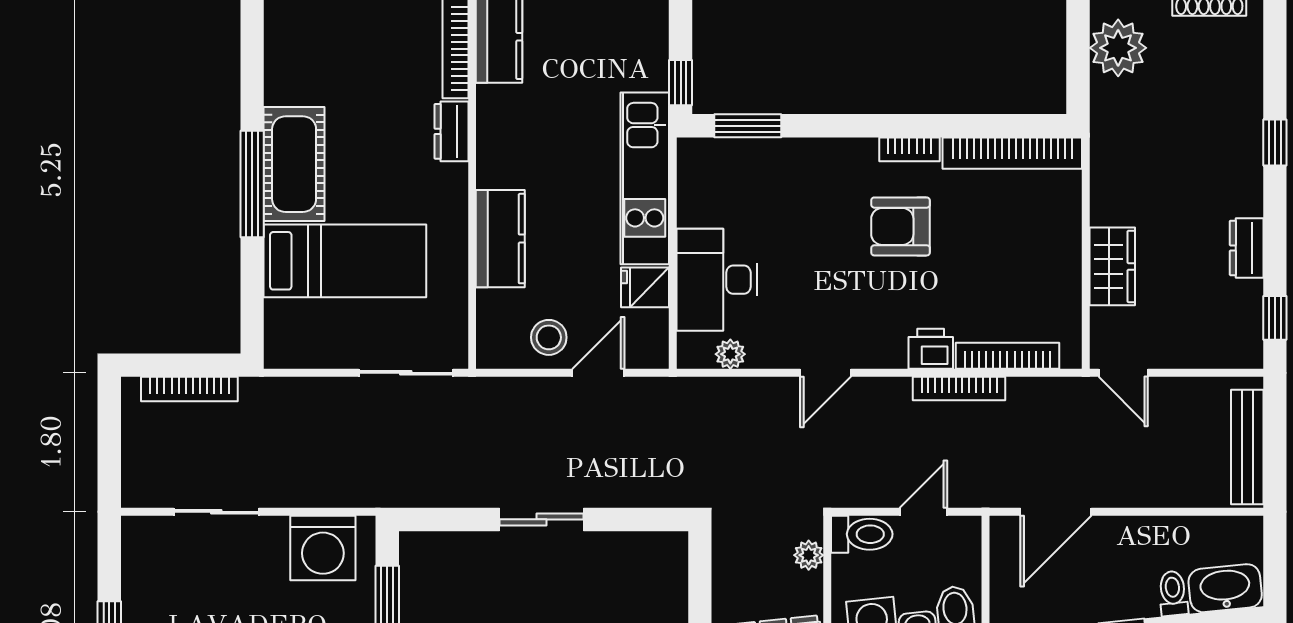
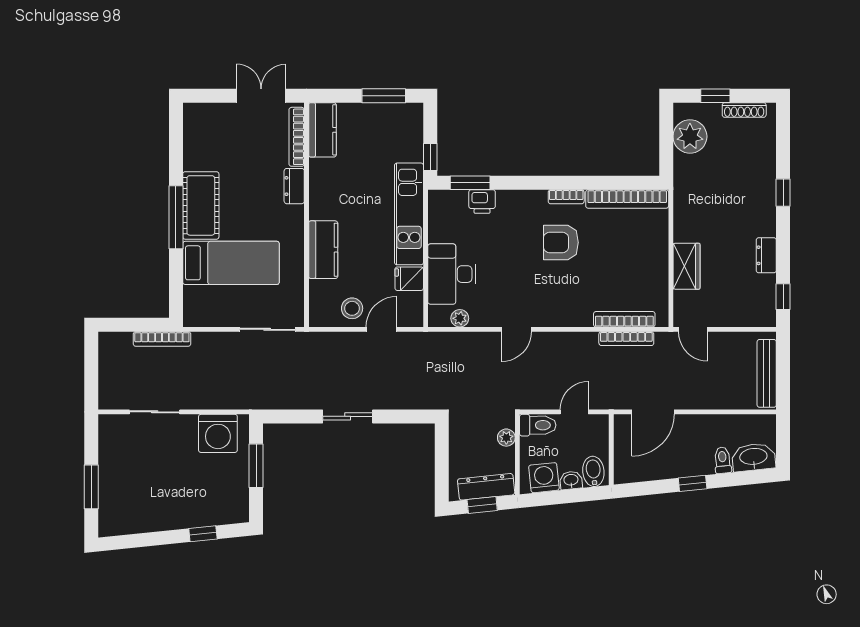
printer: (931, 349) -> (482, 202), moved, turned 180
bookcase: (959, 388) -> (626, 339), moved
bookcase: (189, 389) -> (162, 339), moved

